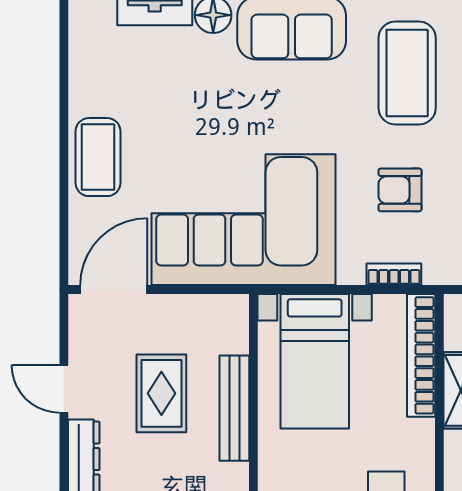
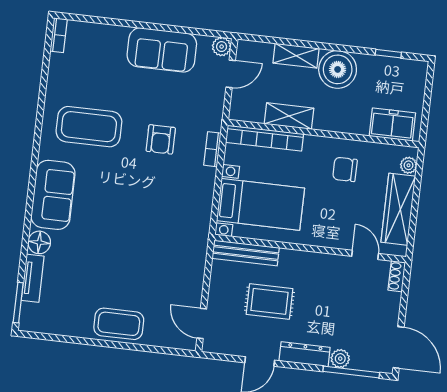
corner sofa: (244, 220) -> (168, 238), removed
door: (114, 289) -> (202, 323), width x0.73
bench: (234, 408) -> (246, 253), moved

